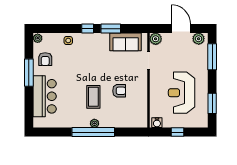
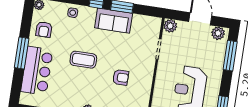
sofa: (126, 42) -> (114, 21), moved
window: (29, 73) -> (22, 53), moved
coffee table: (93, 97) -> (83, 60), moved, turned 90

